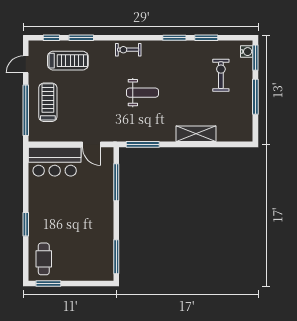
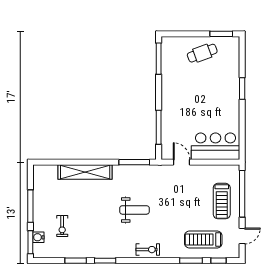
water cooler: (247, 52) -> (38, 237), moved
exercise bike: (221, 75) -> (62, 226), width x0.73, depth x0.72
weight bench: (142, 93) -> (134, 210), turned 180
shelving: (196, 134) -> (85, 172), width x1.47
cafe table: (44, 259) -> (202, 53), moved, turned 70

